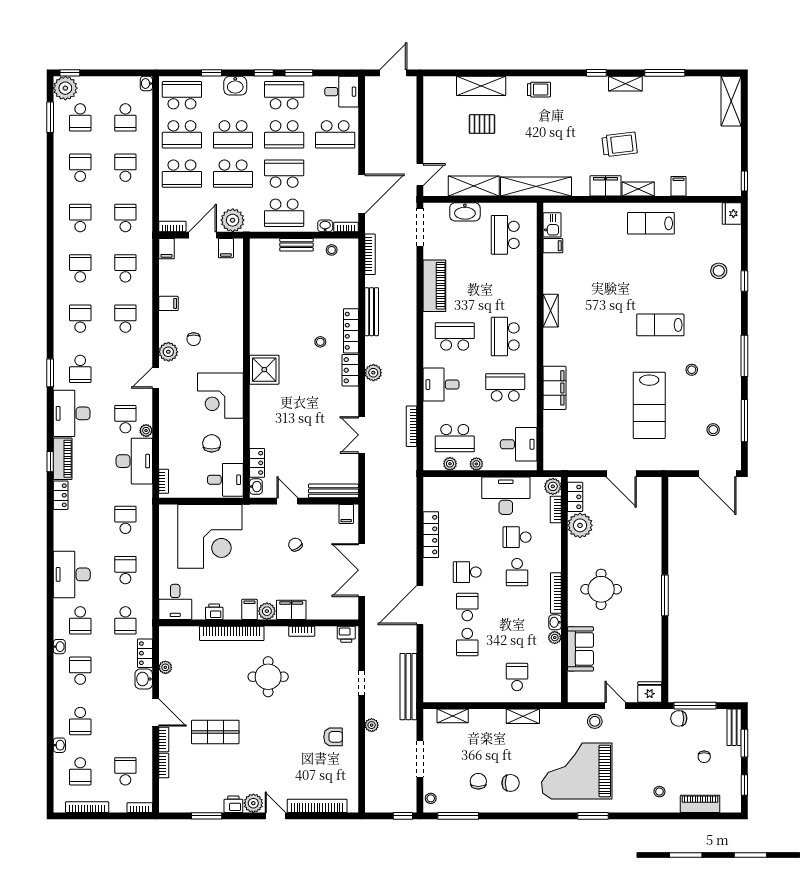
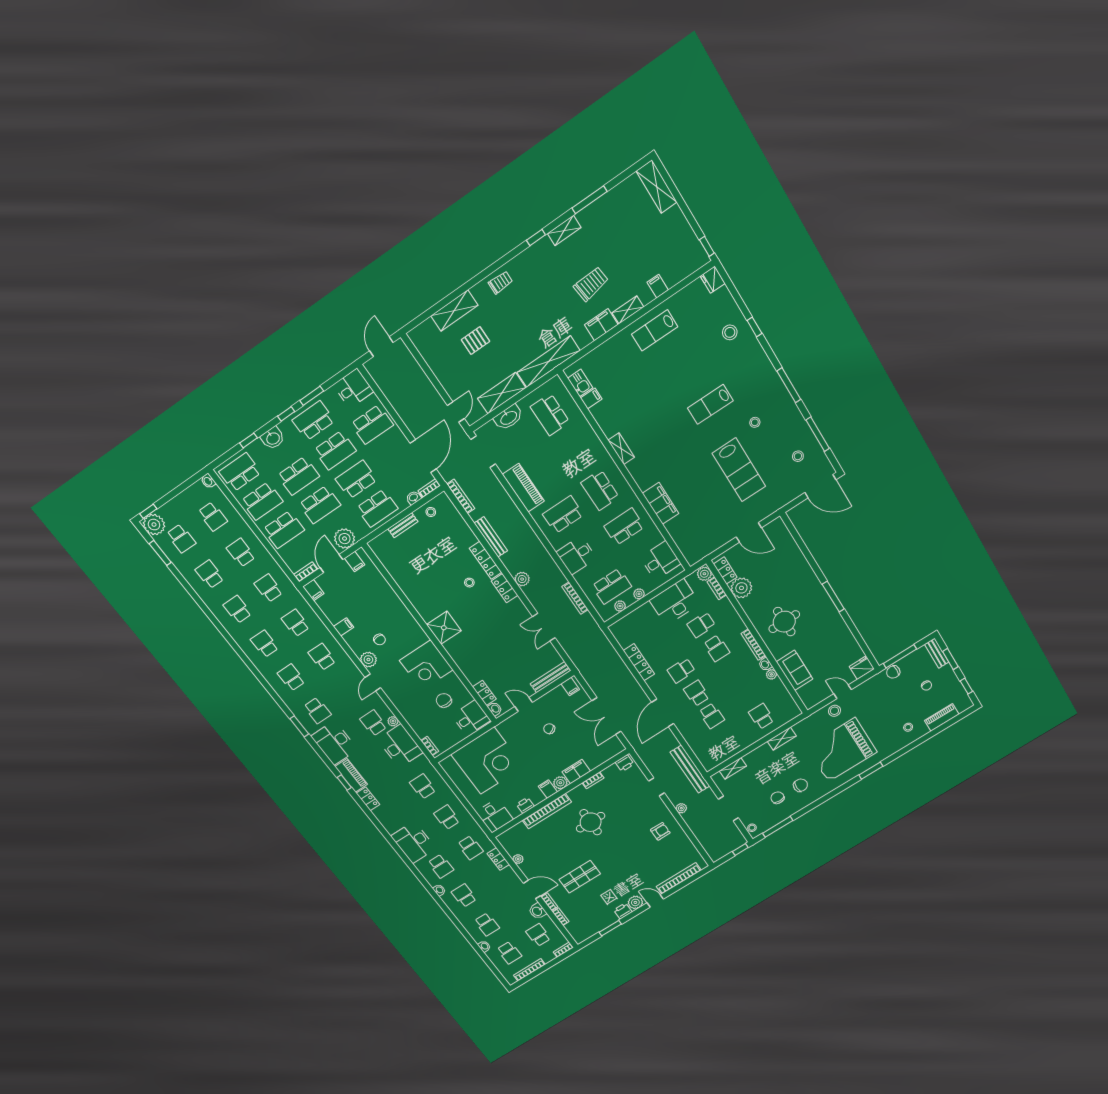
washbasin: (144, 679) -> (537, 911), moved

